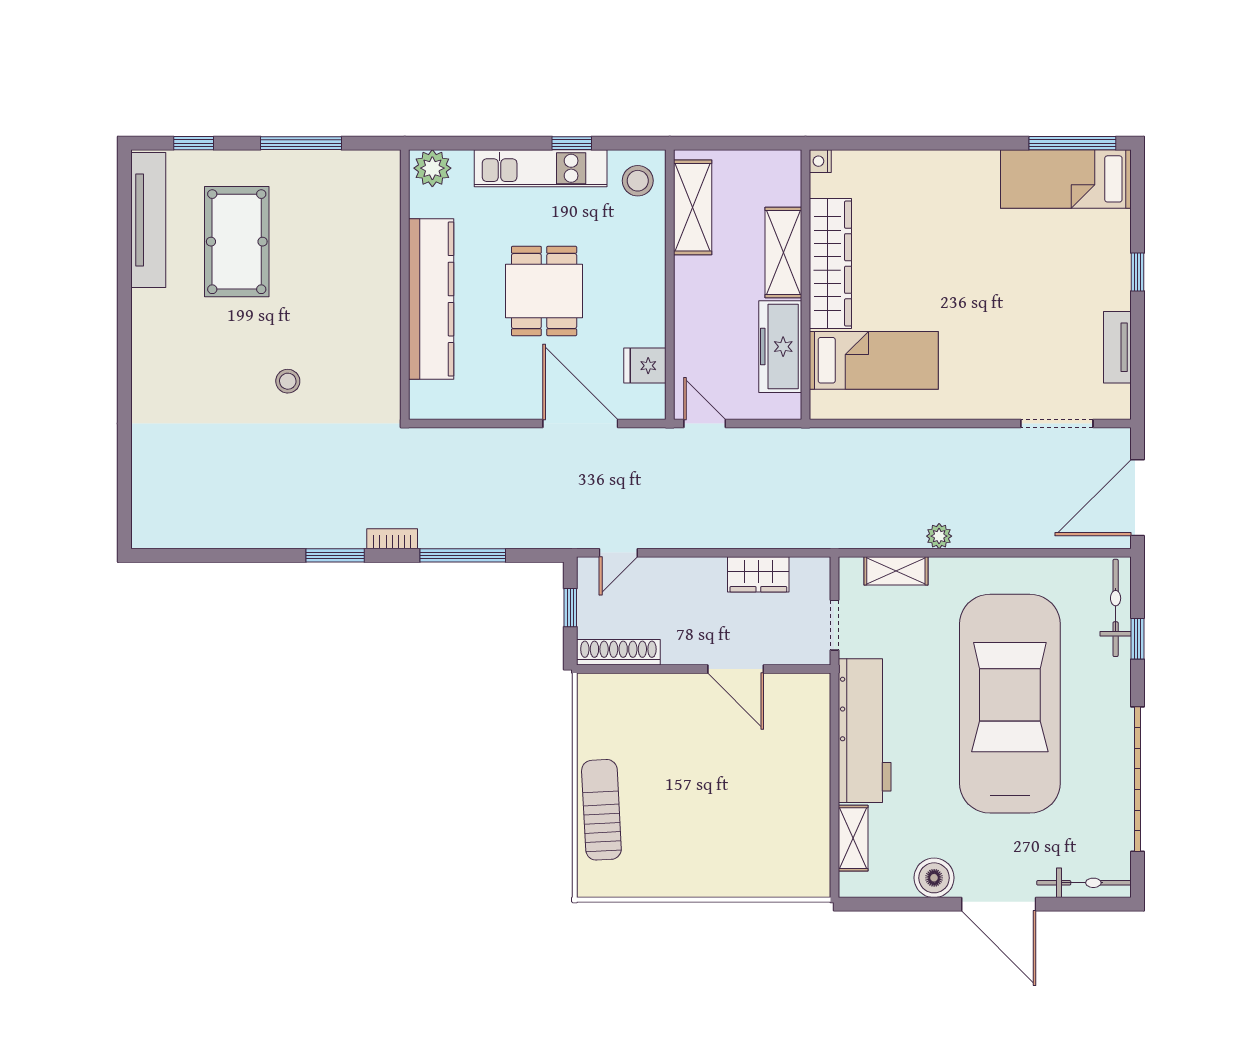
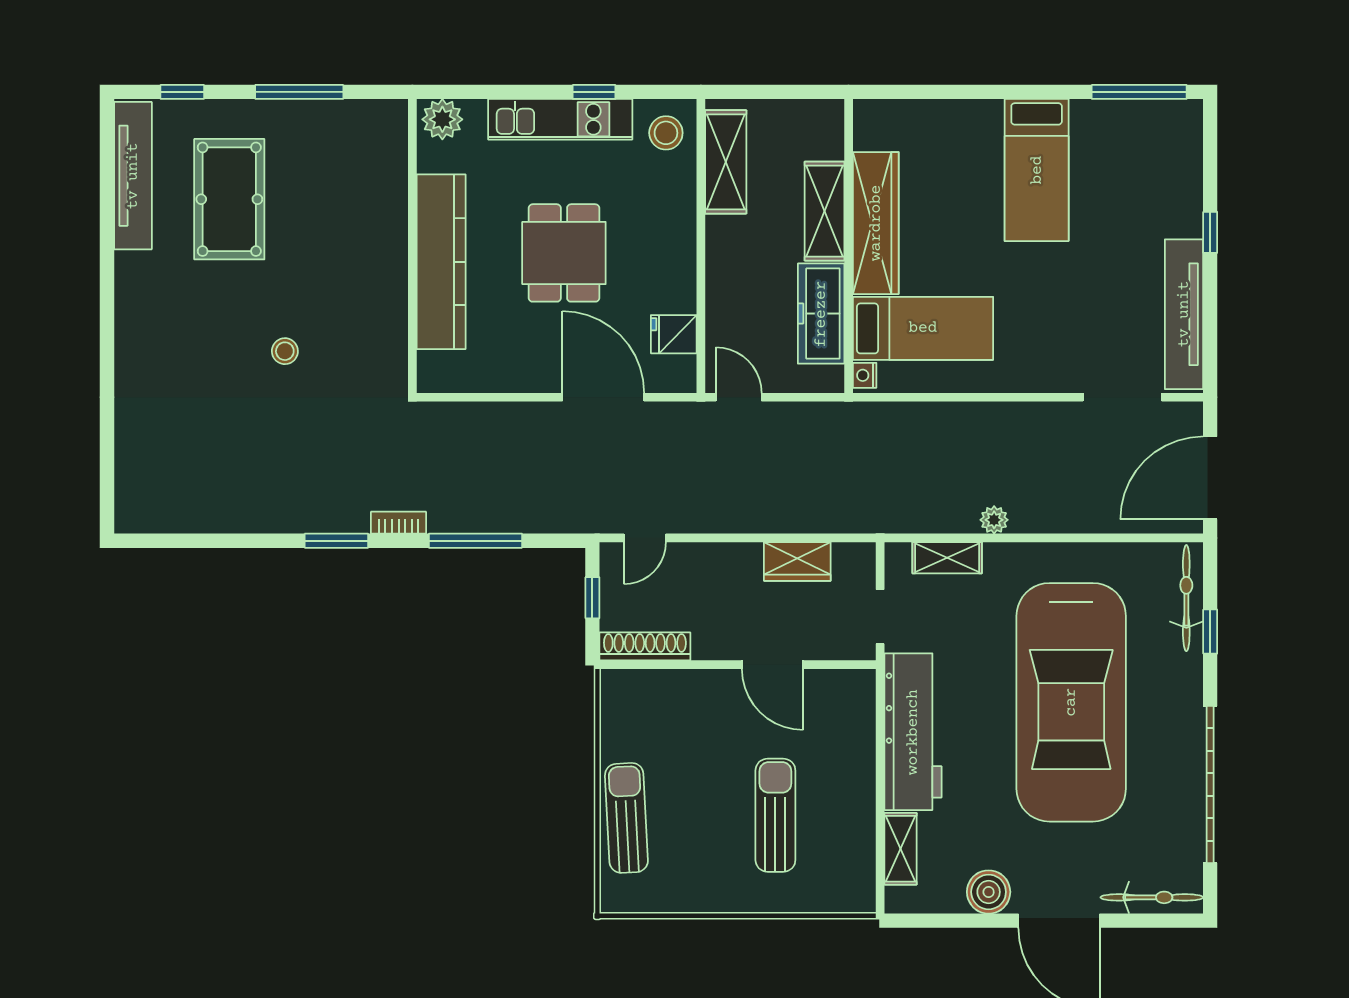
nightstand: (820, 161) -> (865, 375), moved
bed: (1066, 179) -> (1037, 170), moved, turned -90
tv unit: (1117, 347) -> (1184, 314), width x1.92, depth x1.29
car: (1010, 704) -> (1071, 702), turned 180
sun lounger: (738, 807) -> (775, 815), added

